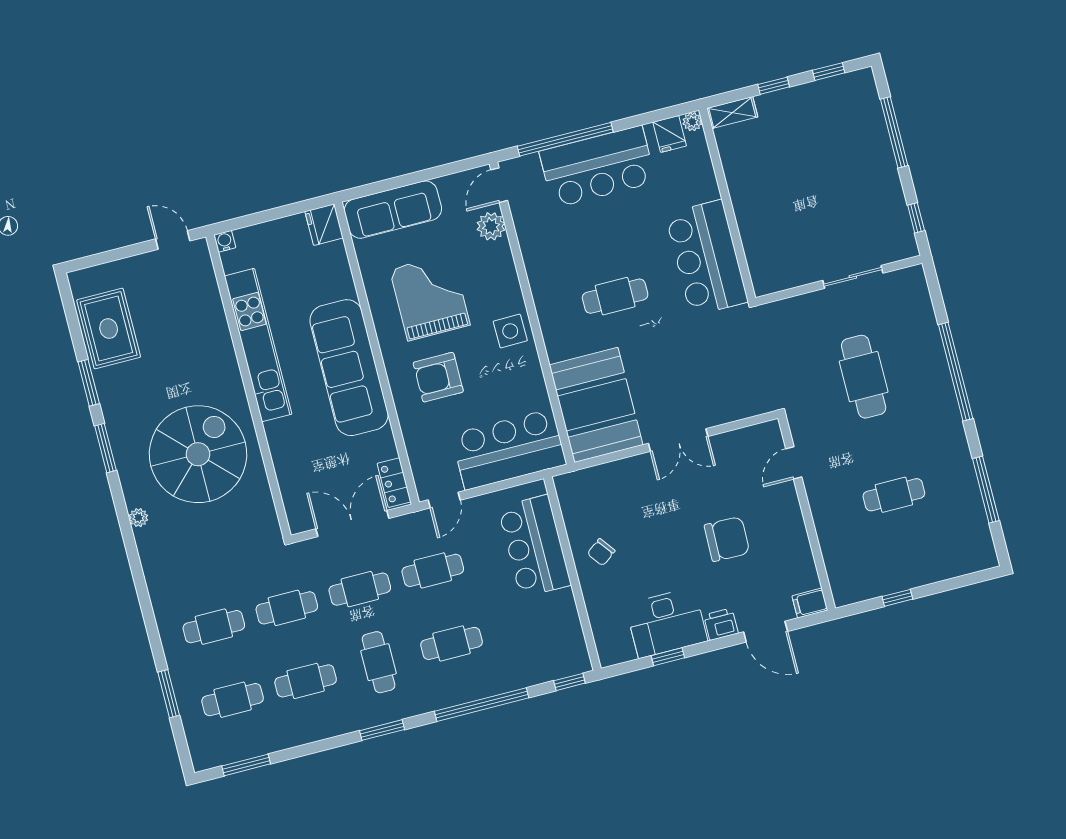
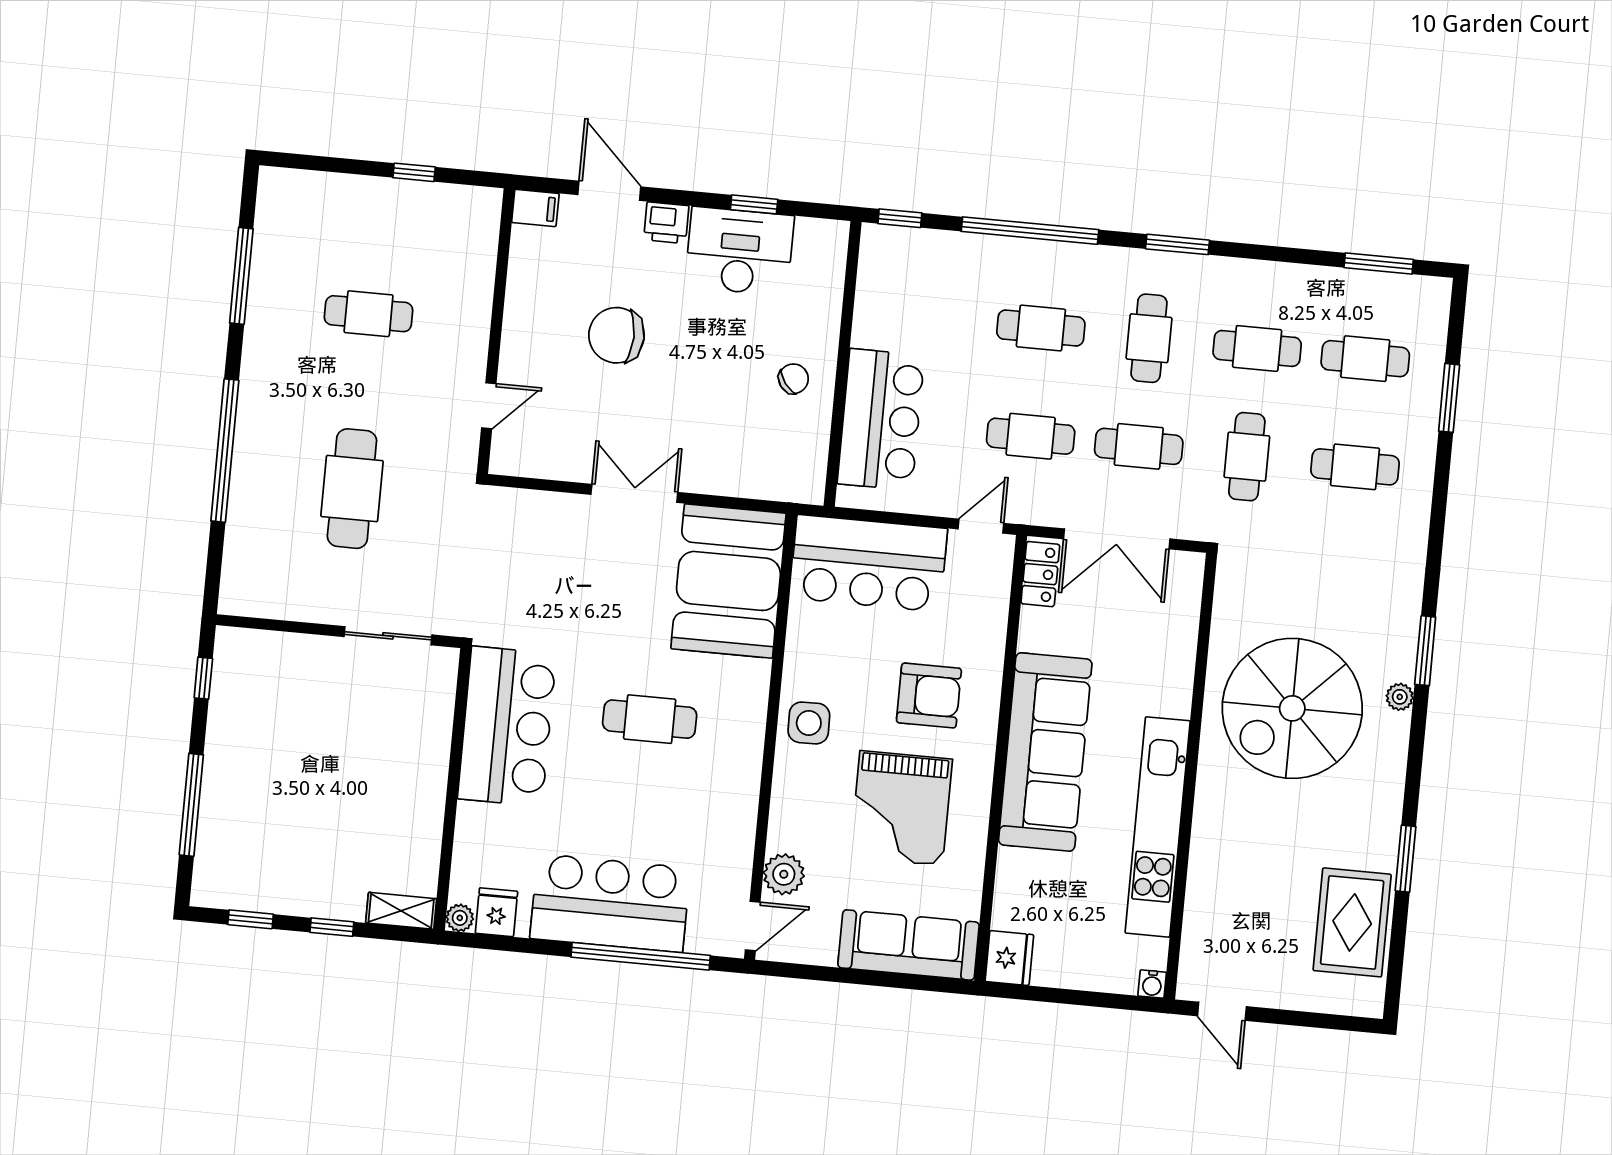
sliding door: (853, 277) -> (388, 636), moved
window: (106, 448) -> (1425, 651), moved
plant: (138, 518) -> (1400, 697), moved
cafe table: (287, 608) -> (1247, 457), turned 90

